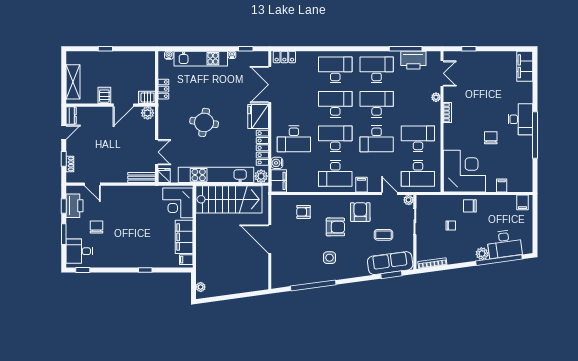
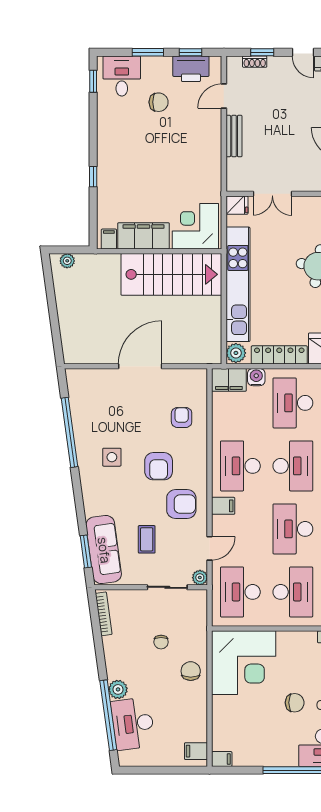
bench: (142, 177) -> (234, 136), moved
filing cabinet: (502, 186) -> (222, 759), moved
stairs: (229, 199) -> (171, 274), moved, turned -90

